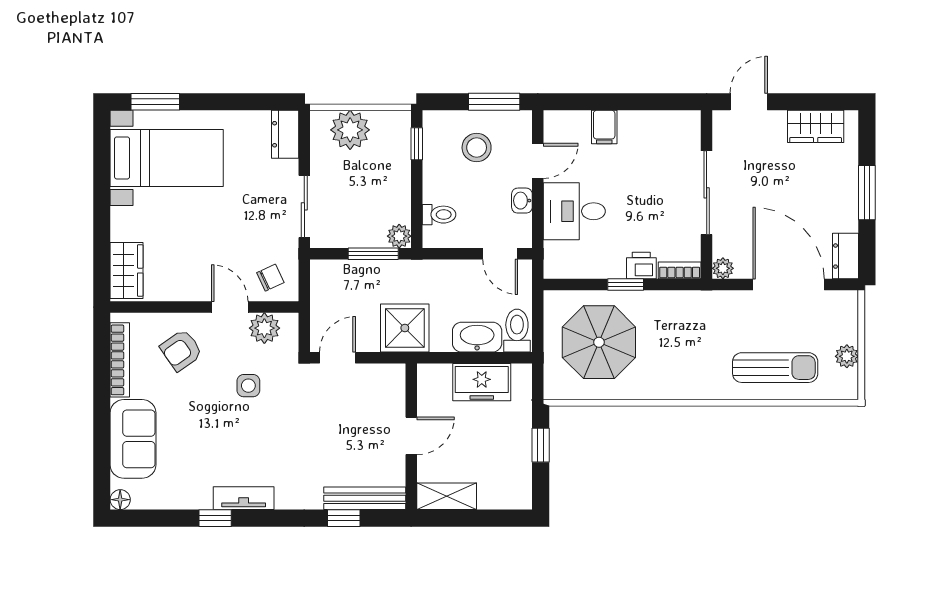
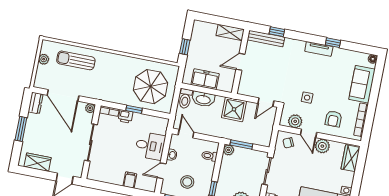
plant: (194, 285) -> (322, 146), added
armchair: (181, 350) -> (333, 119), turned 125

